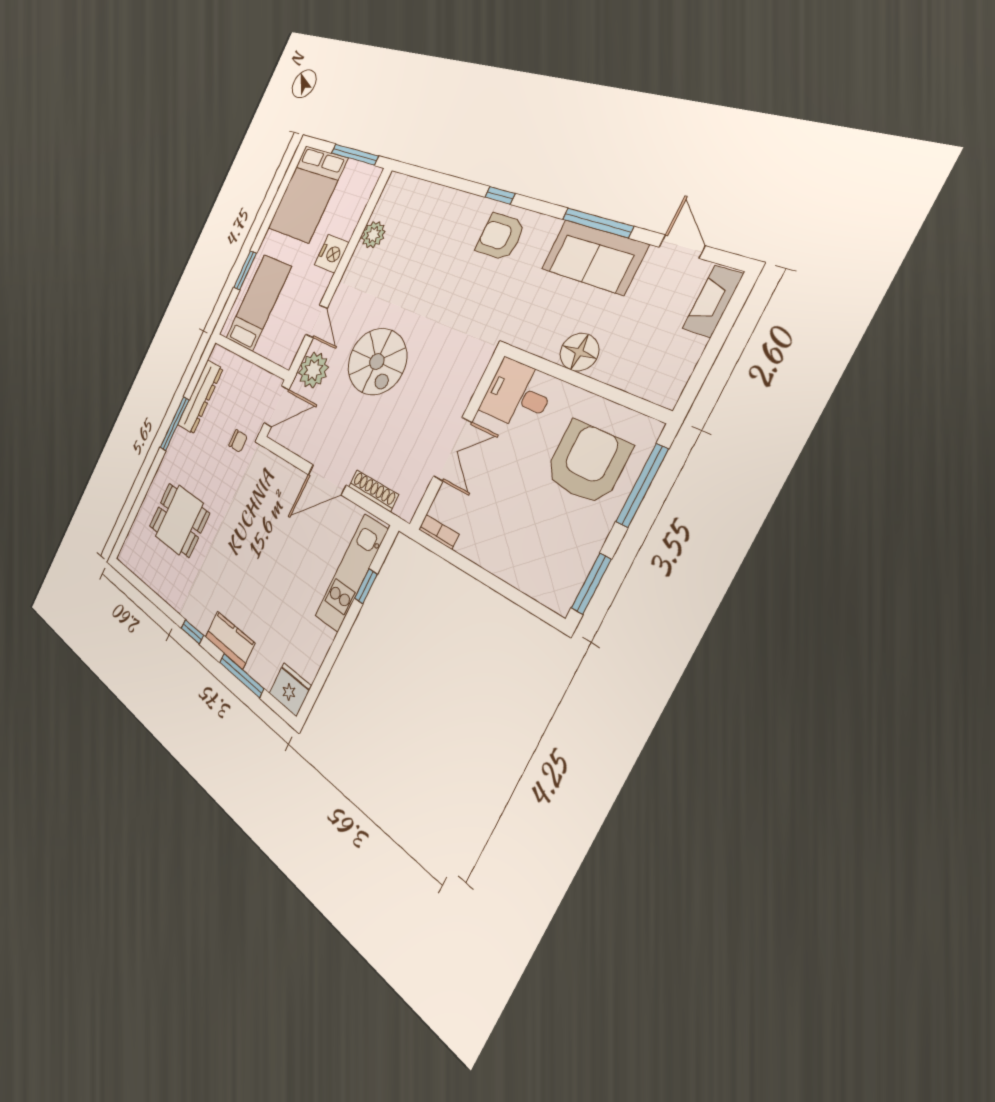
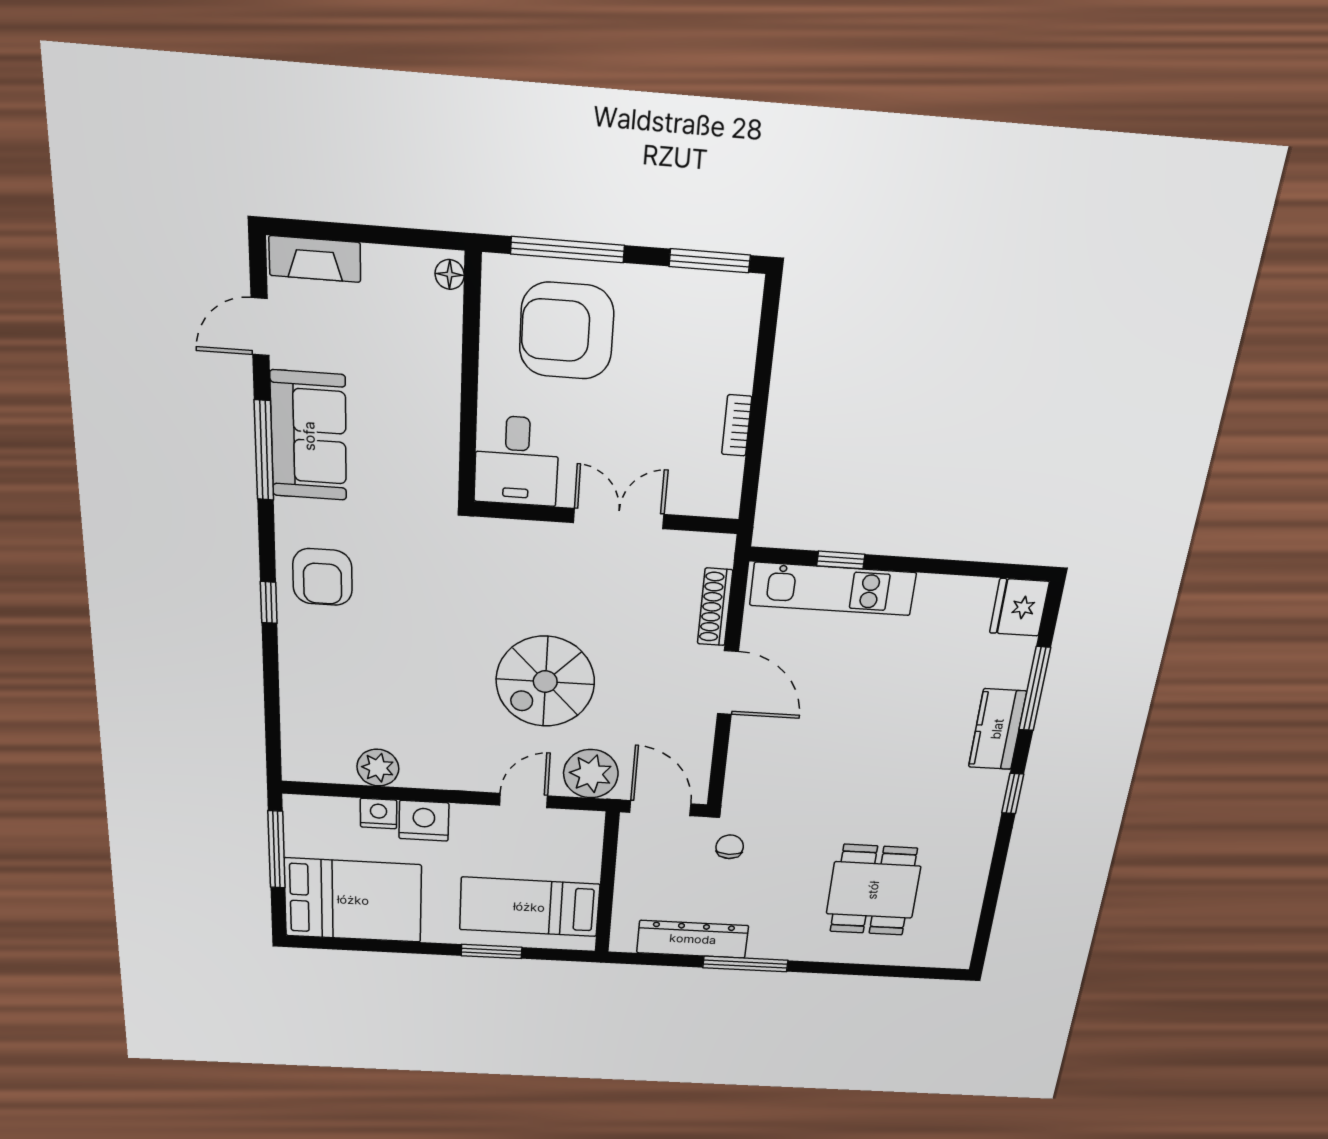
nightstand: (348, 226) -> (379, 813), added
floor lamp: (579, 352) -> (450, 274), moved, width x0.53, depth x0.53
spiral stairs: (377, 361) -> (545, 682), turned 180
bookcase: (439, 532) -> (737, 425), moved

